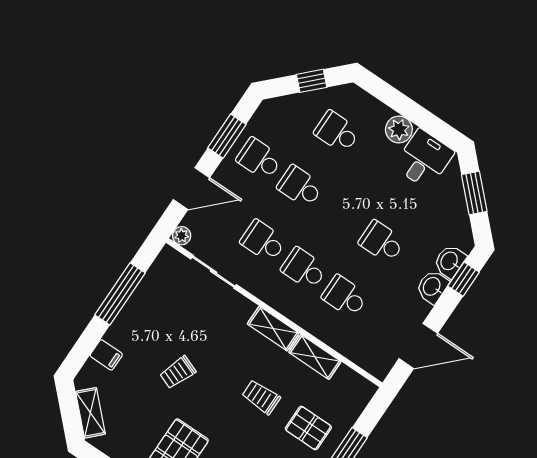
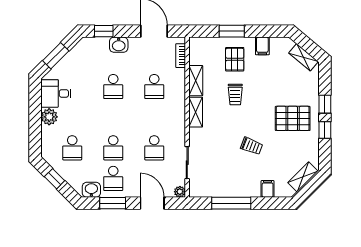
washbasin: (450, 261) -> (91, 190), moved, turned 180
school desk: (304, 269) -> (154, 117), removed
bookcase: (362, 359) -> (181, 56), added

